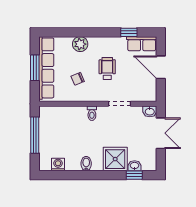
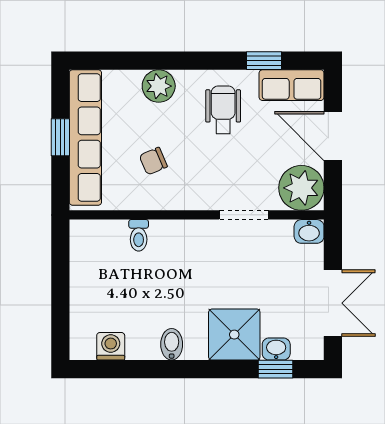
window: (35, 68) -> (60, 137), width x0.67
wheelchair: (107, 69) -> (223, 110), moved
plant: (146, 91) -> (301, 188), added
toilet: (92, 113) -> (139, 235), moved
double door: (161, 133) -> (333, 303), moved
window: (35, 135) -> (60, 283), removed

